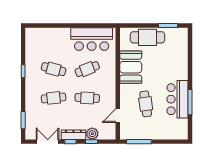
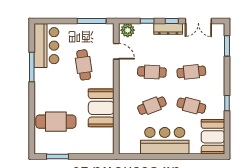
cafe table: (148, 37) -> (56, 122), moved
bar counter: (92, 39) -> (165, 141), moved
booth: (35, 42) -> (213, 137), added
bar counter: (178, 99) -> (46, 46), moved
door: (118, 116) -> (116, 51), hinge flipped
plant: (92, 134) -> (128, 30), moved

